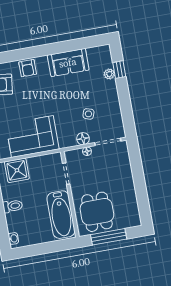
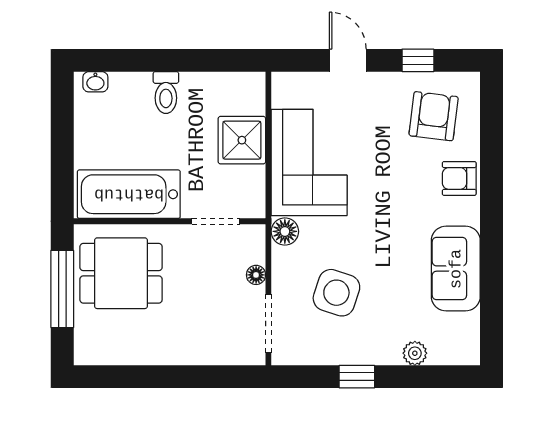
window: (119, 70) -> (357, 377), moved
side table: (88, 114) -> (336, 293), width x1.87, depth x1.87
floor lamp: (83, 139) -> (285, 231), moved
shower: (17, 170) -> (242, 140), moved

